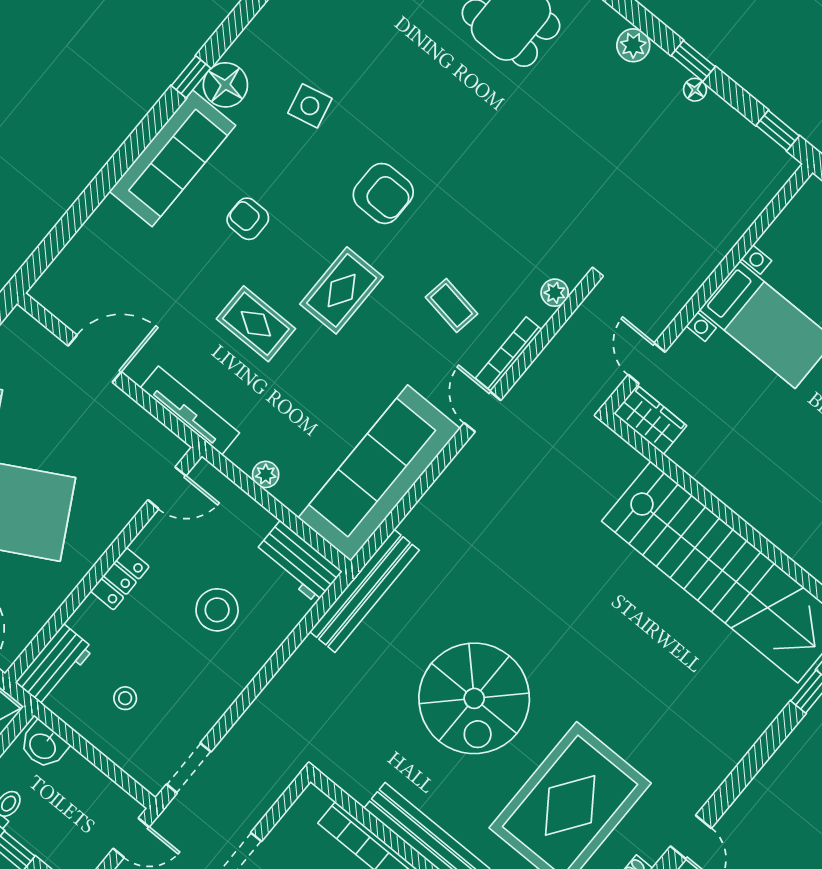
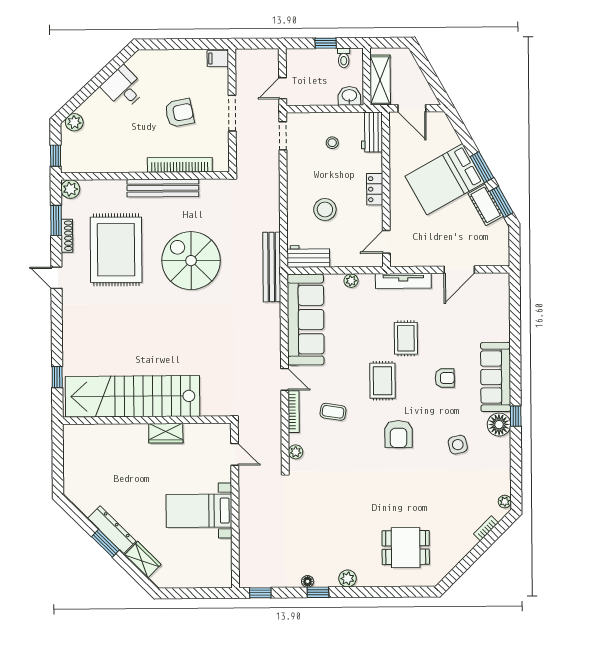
armchair: (383, 193) -> (399, 434), turned -90
rug: (256, 324) -> (406, 338), turned 90
wardrobe: (650, 420) -> (166, 433), moved

